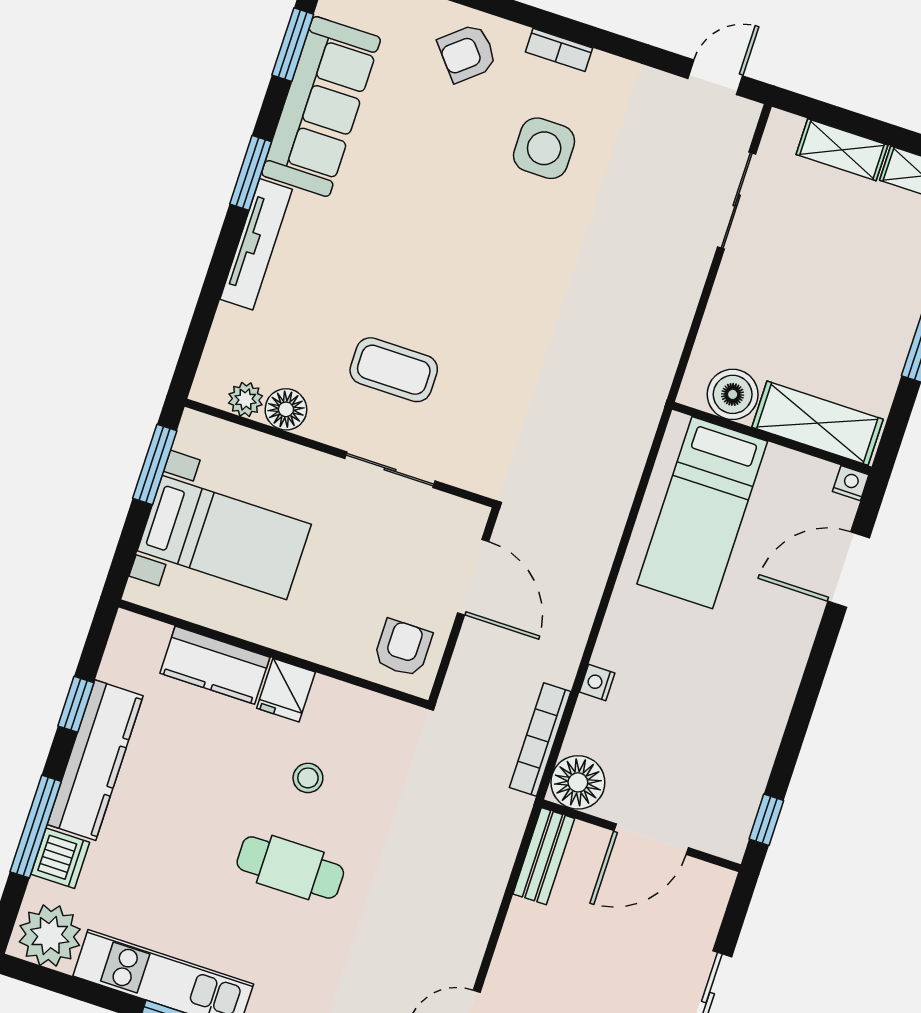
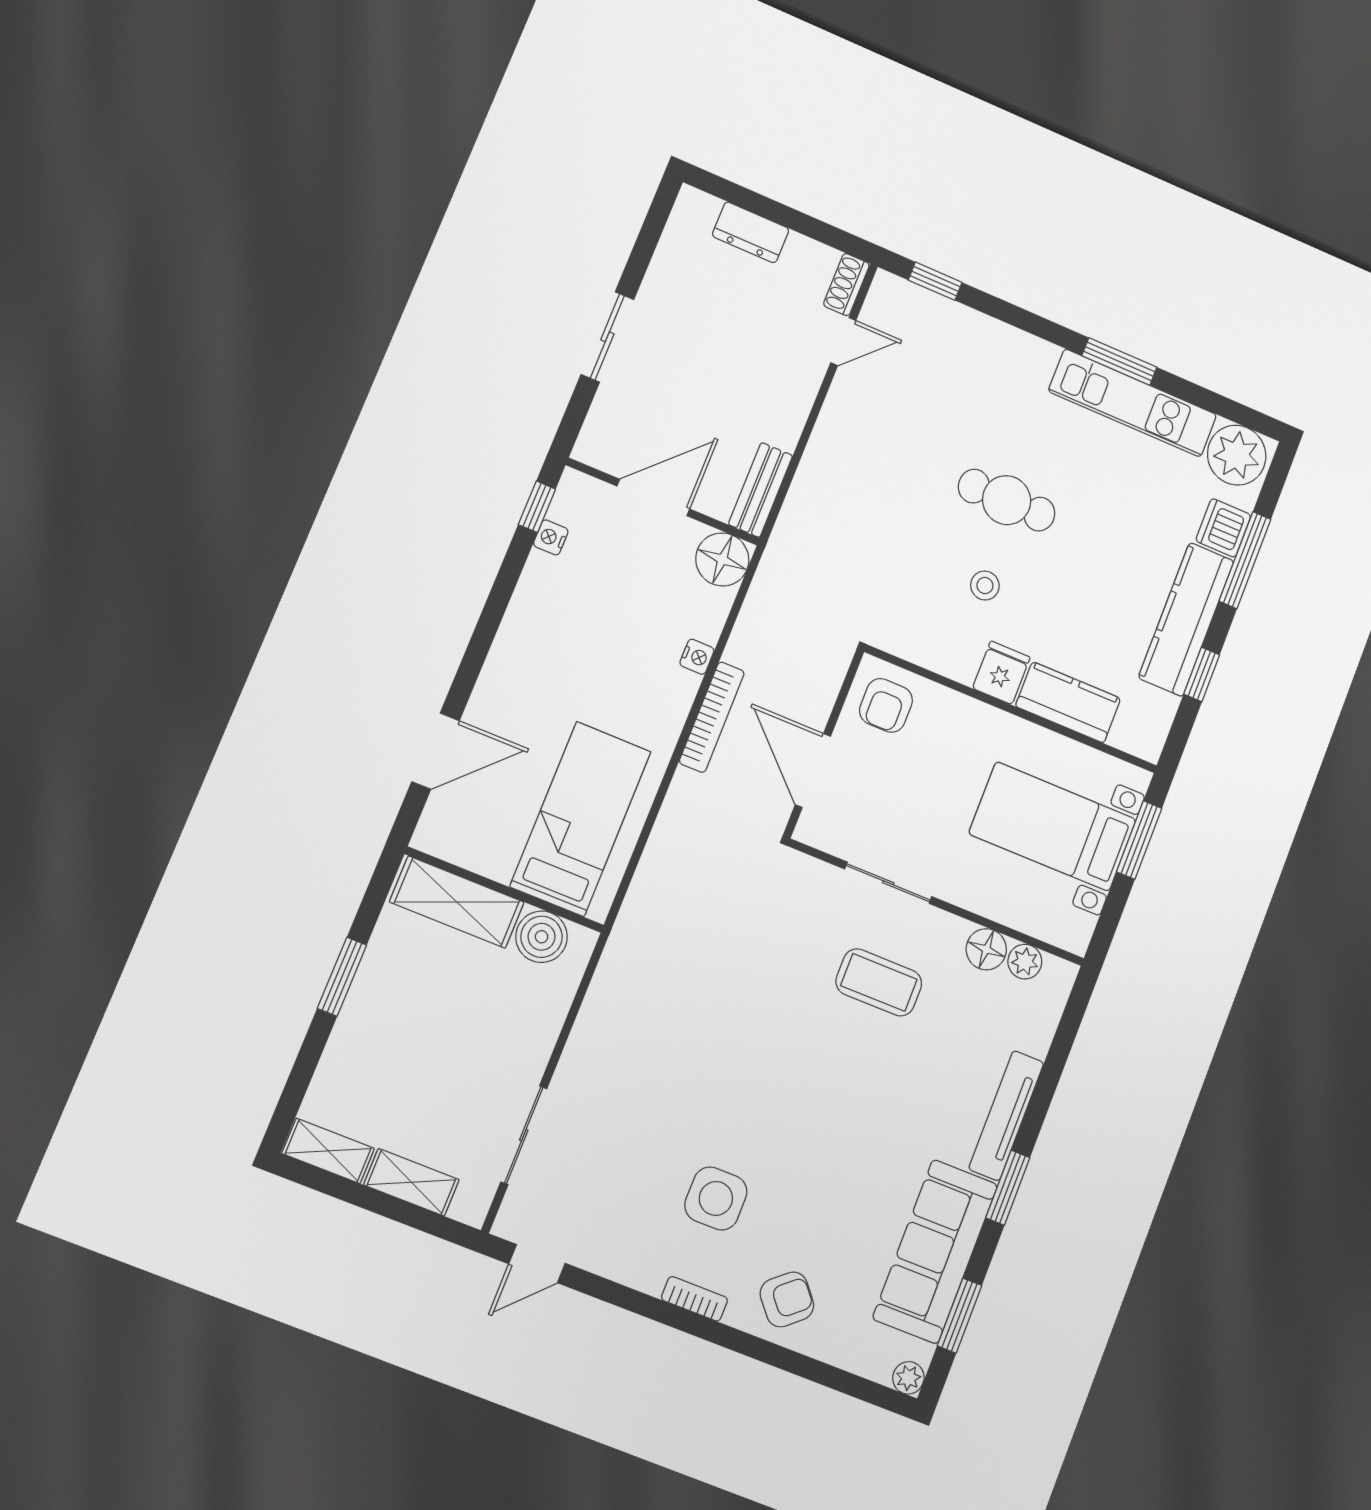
window: (155, 465) -> (1139, 840), moved
nightstand: (851, 483) -> (551, 537), moved, turned 90
bookcase: (540, 740) -> (712, 717), moved

